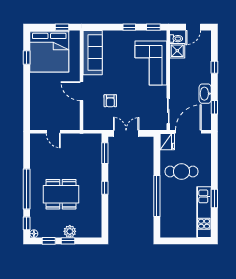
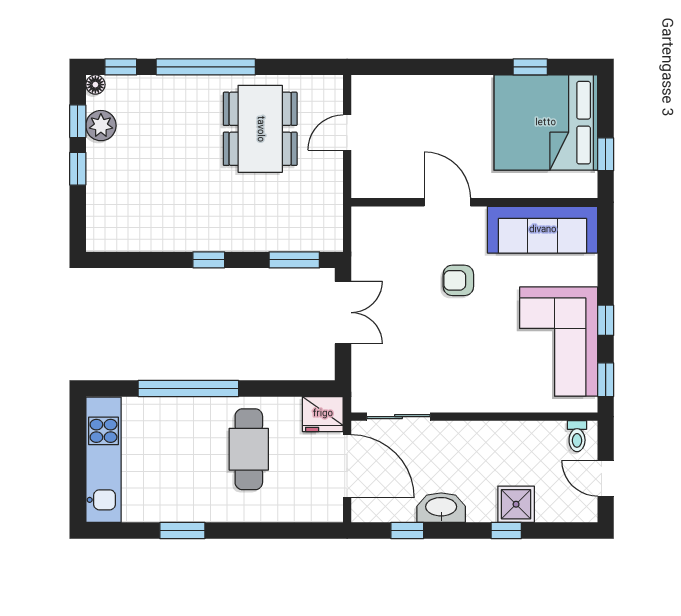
shower: (177, 51) -> (516, 504), moved
corner sofa: (151, 63) -> (559, 342), moved, turned -90
door: (81, 91) -> (447, 202), hinge flipped
armchair: (110, 101) -> (458, 280), moved
dining table: (61, 194) -> (260, 129), moved
kitchen unit: (204, 212) -> (103, 460), moved, turned 90
plant: (70, 231) -> (101, 126), moved

